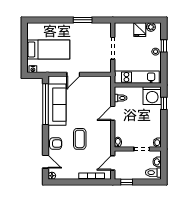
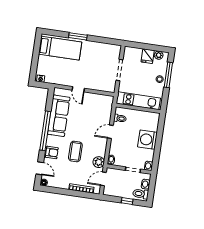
window: (83, 20) -> (78, 36), moved
window: (164, 46) -> (168, 75), width x2.17
bed: (48, 49) -> (60, 48), moved
door: (73, 74) -> (78, 89), hinge flipped
washing machine: (152, 96) -> (147, 140), moved, turned 90
window: (164, 103) -> (160, 130), removed
window: (46, 104) -> (45, 131), moved
plant: (105, 146) -> (99, 162), added
window: (127, 182) -> (127, 201), moved

